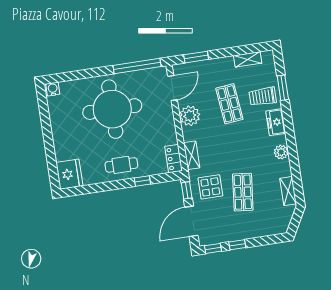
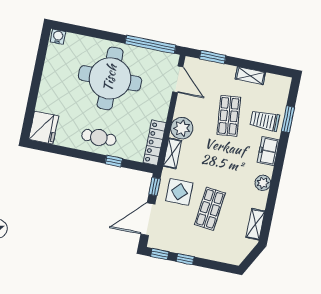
shelving: (248, 59) -> (250, 76), moved
door: (172, 88) -> (178, 79), hinge flipped
plant: (190, 116) -> (182, 128), moved
locker: (174, 159) -> (155, 143), width x1.53

